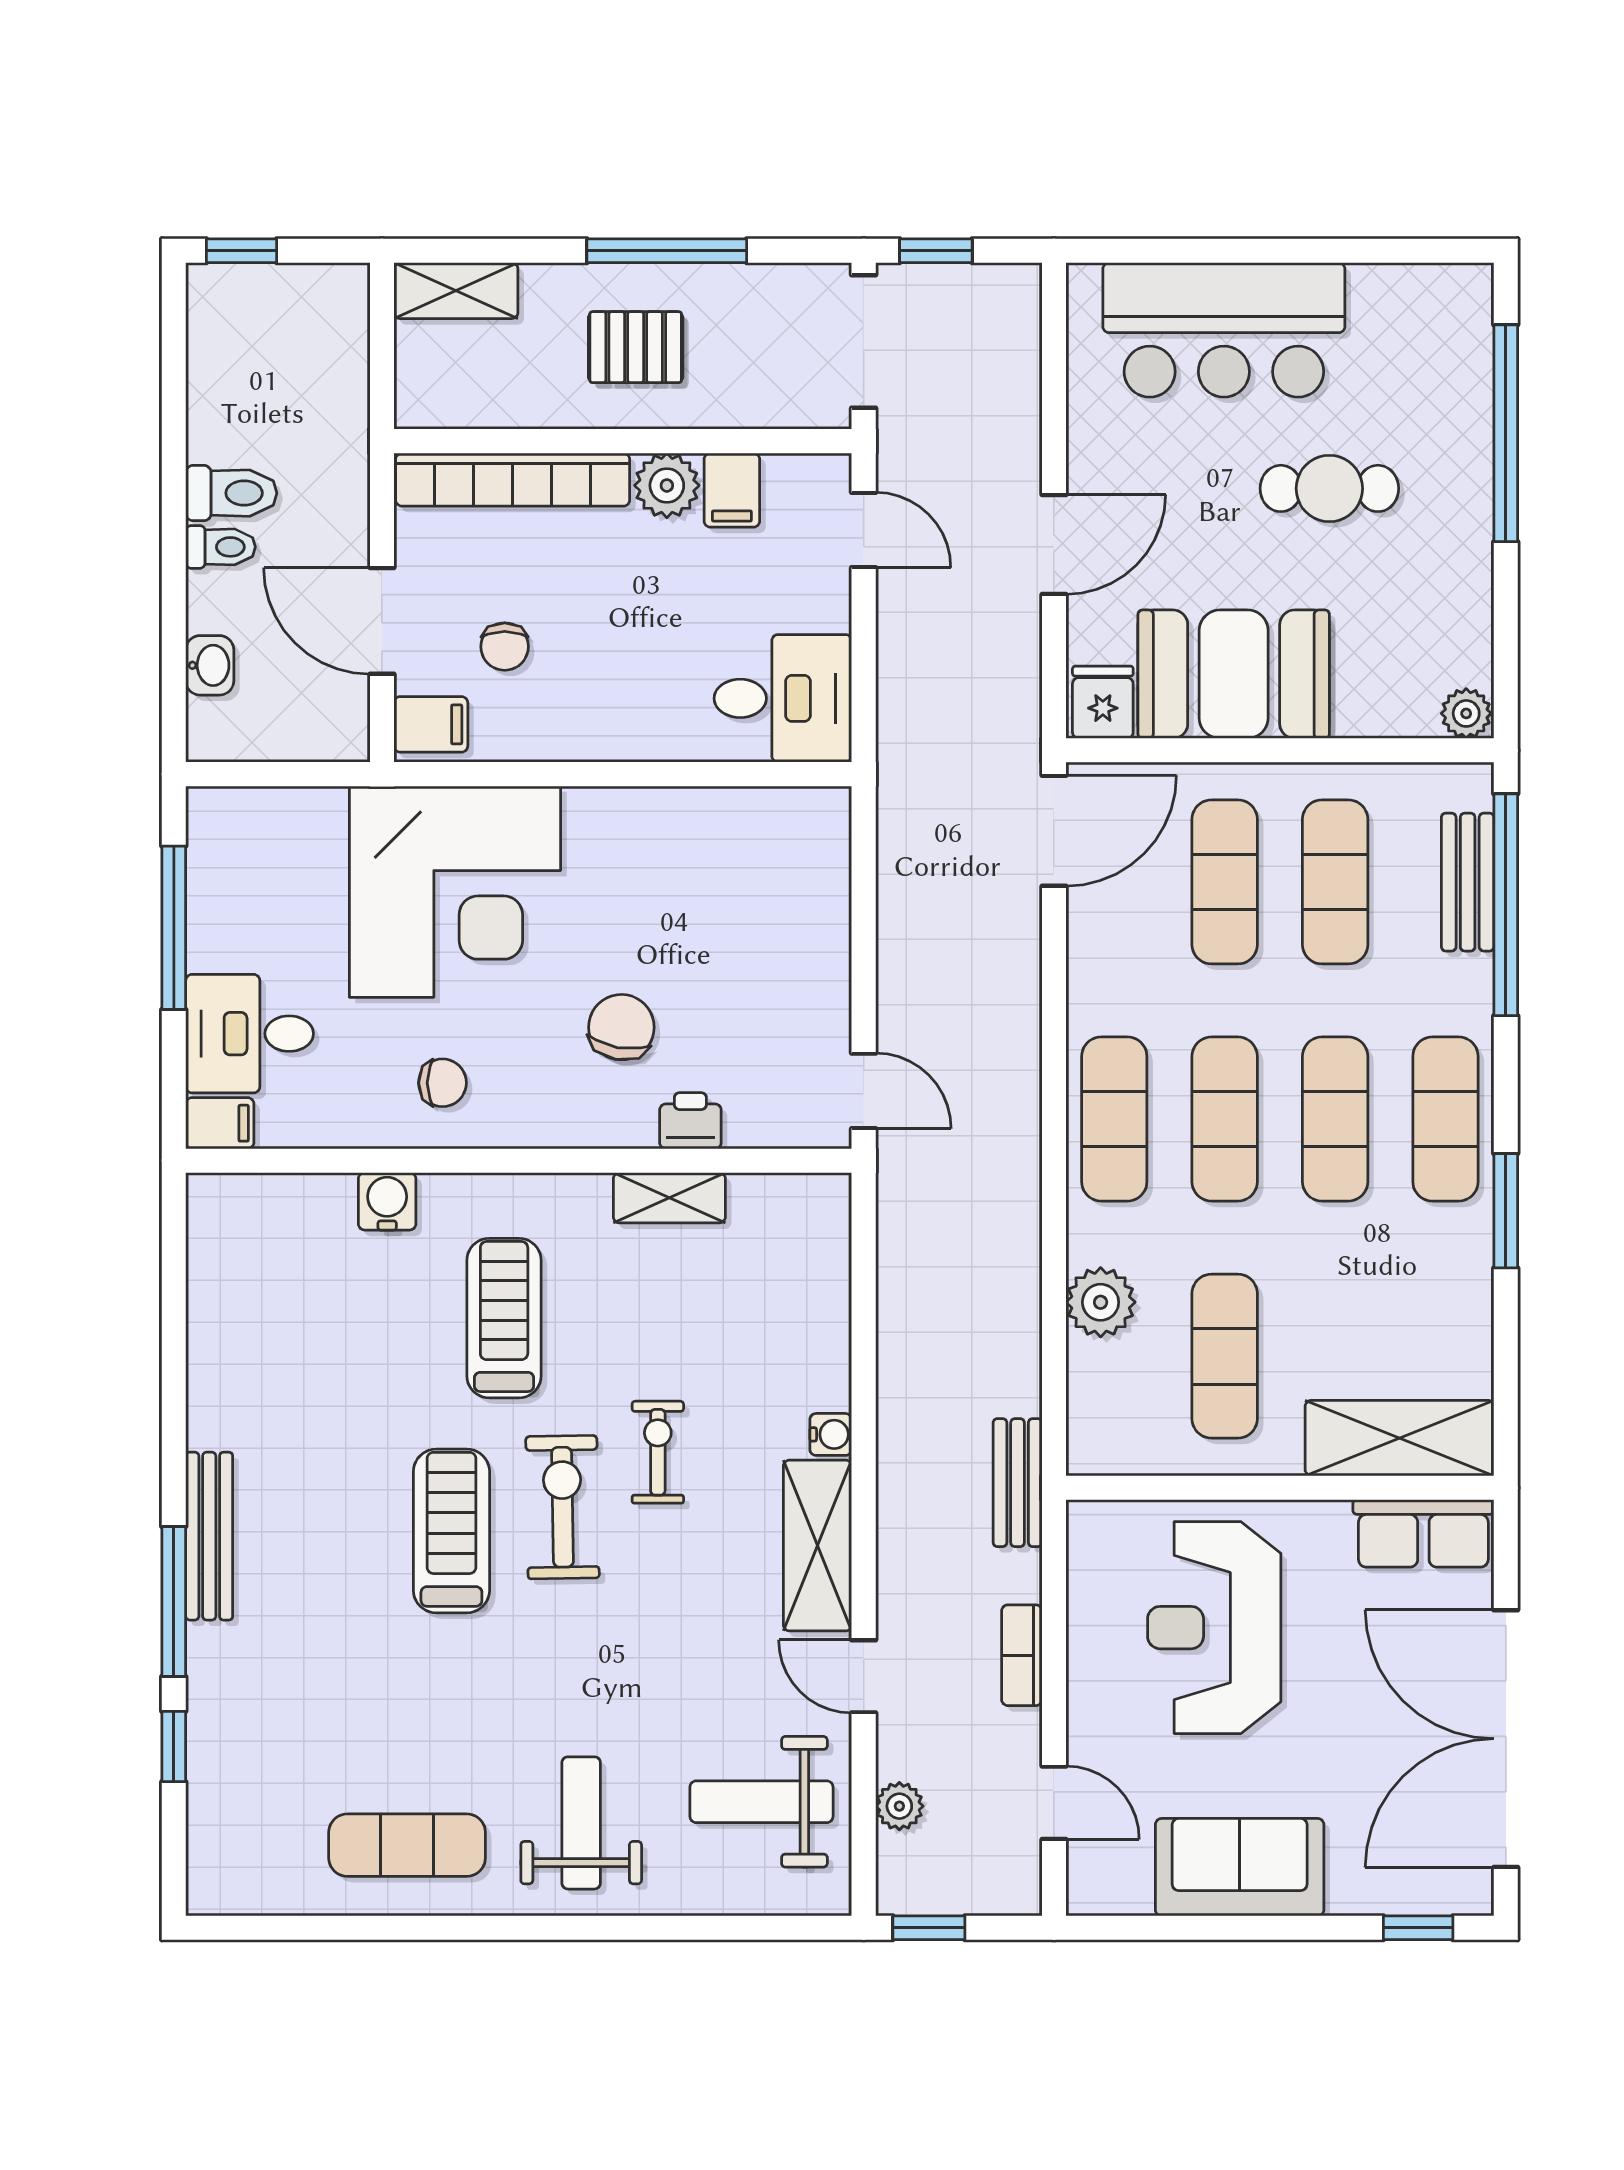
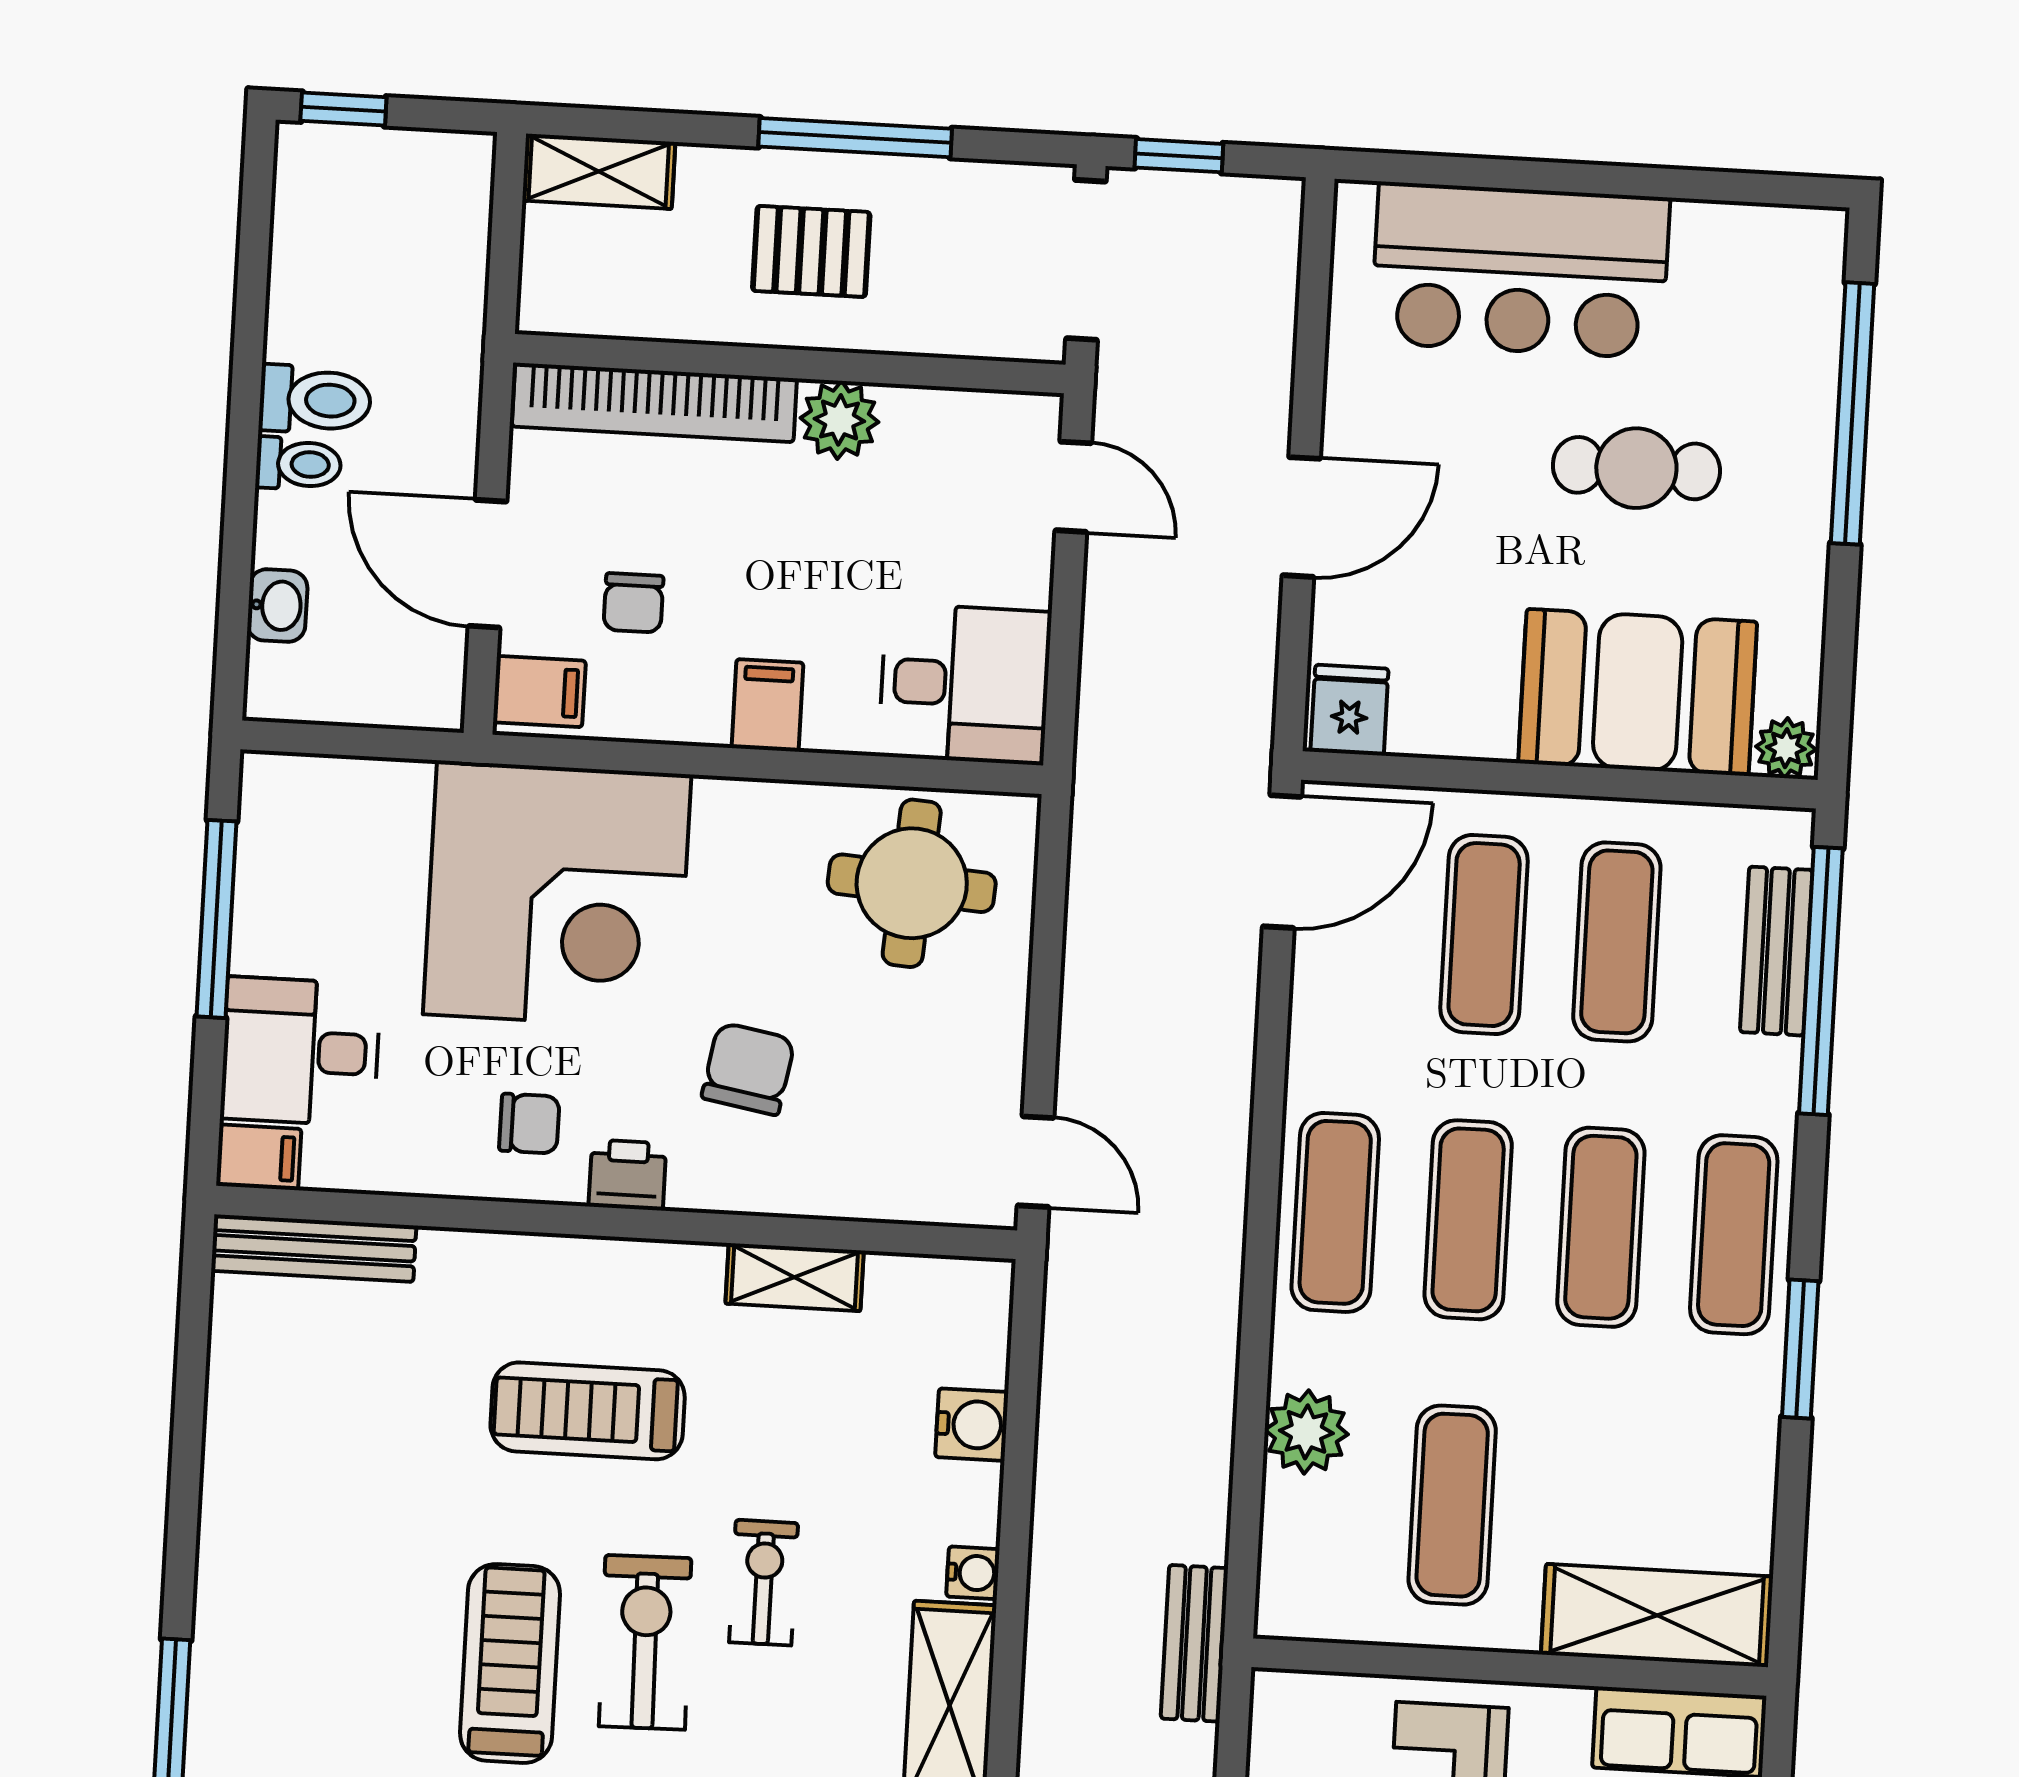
filing cabinet: (732, 490) -> (767, 705), moved, turned 180
booth: (1234, 674) -> (1638, 692), moved
round table: (748, 866) -> (912, 883), added
printer: (690, 1121) -> (627, 1175), moved
water cooler: (387, 1201) -> (972, 1425), moved, turned 90
treadmill: (504, 1318) -> (588, 1411), turned -90
bench: (209, 1536) -> (314, 1248), moved, turned 90

